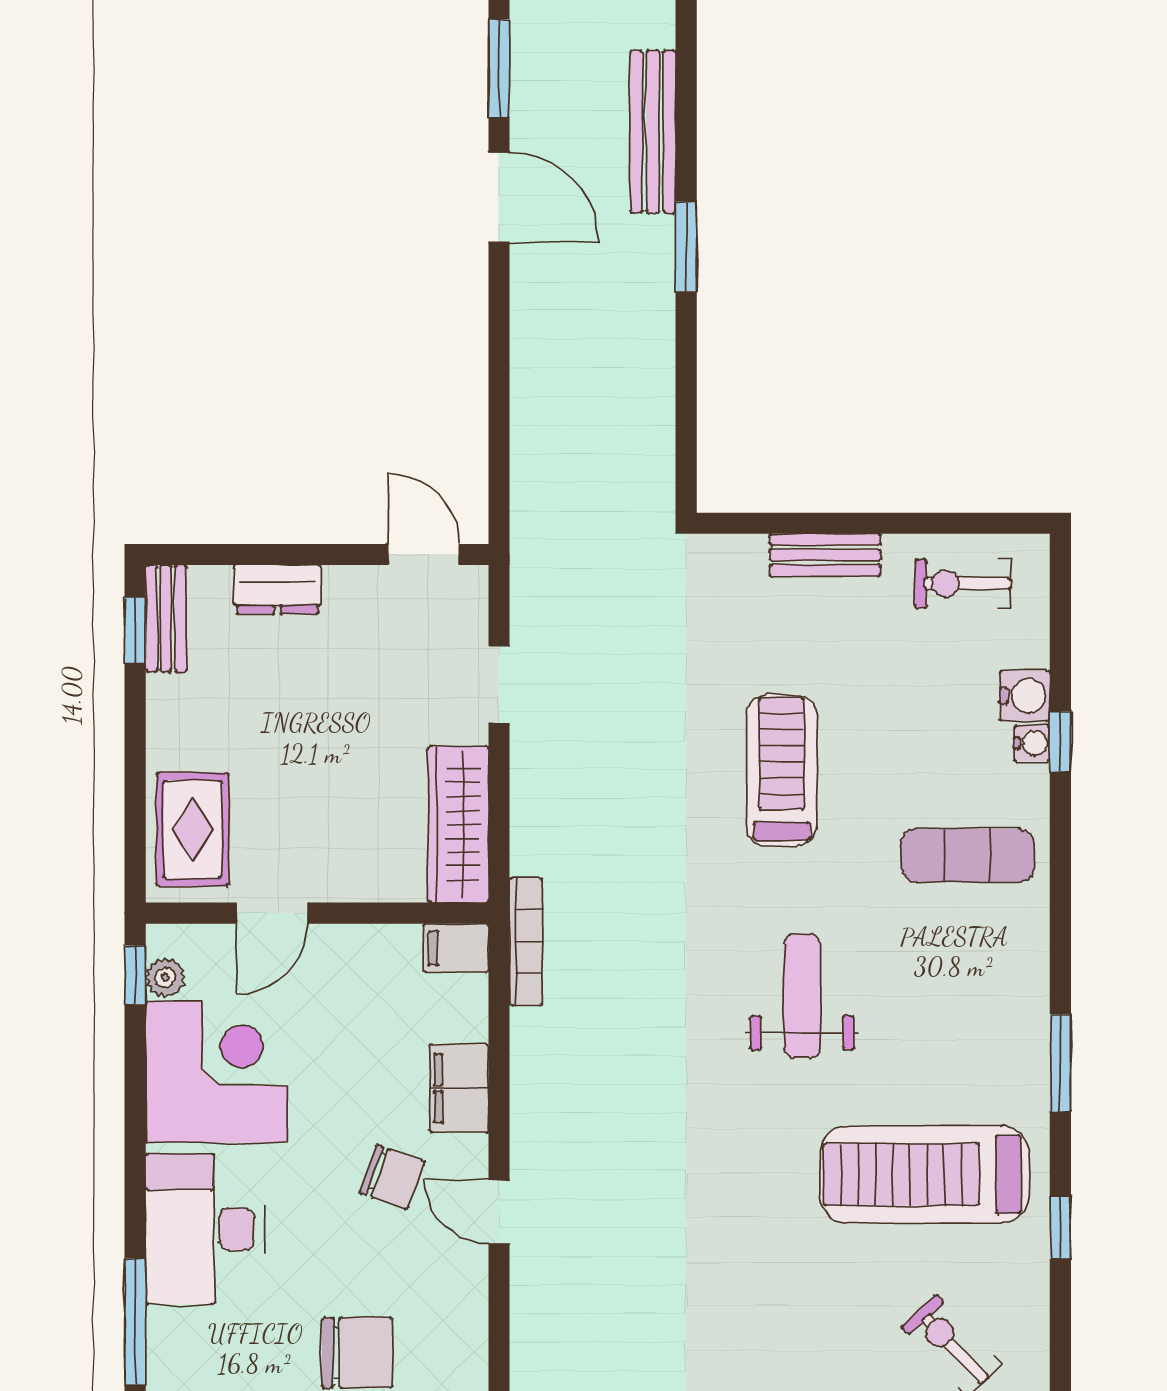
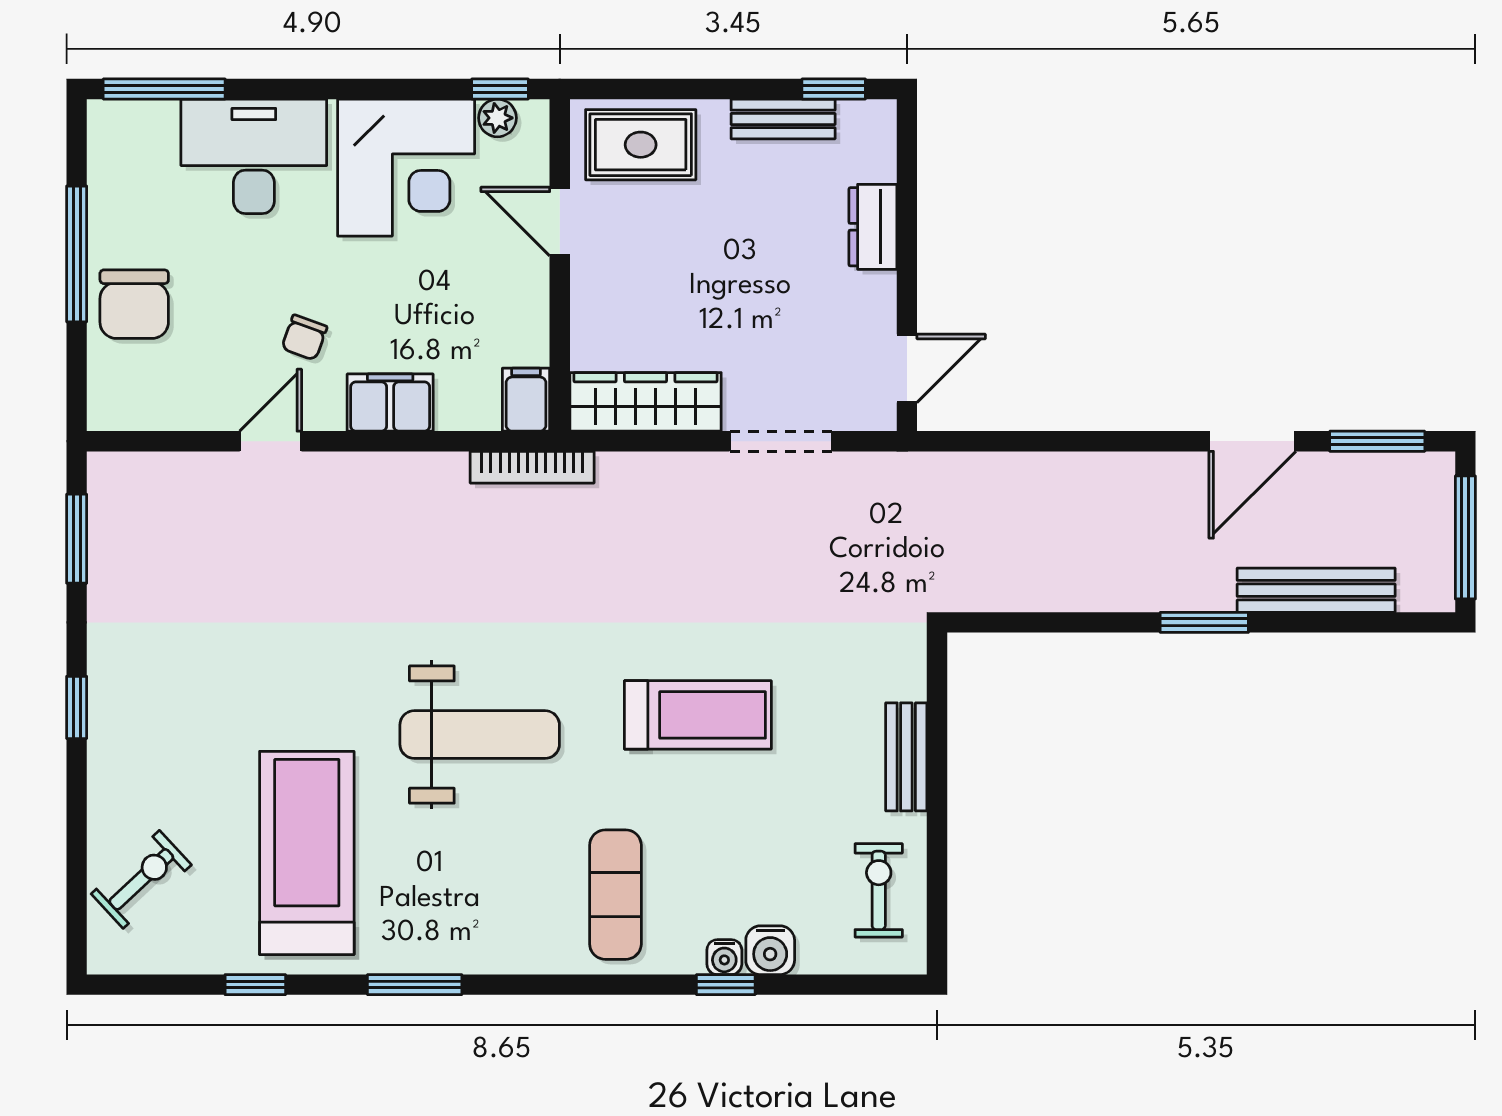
bench: (166, 619) -> (783, 119), moved
doorway: (499, 685) -> (781, 441), width x1.38
weight bench: (802, 996) -> (480, 735), width x1.36, depth x1.33
chair: (392, 1177) -> (304, 338), width x0.73, depth x0.73

